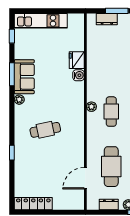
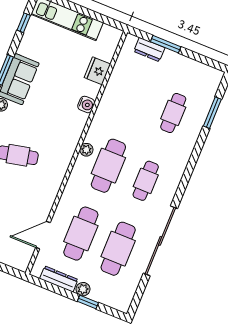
fridge: (77, 60) -> (97, 71), moved
cafe table: (111, 112) -> (108, 166), width x1.37, depth x1.35
dresser: (109, 204) -> (59, 279), width x1.44

